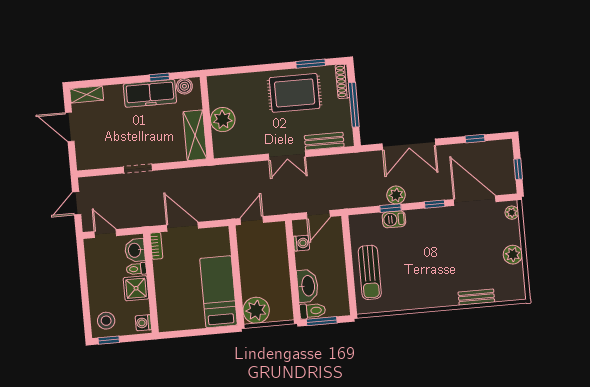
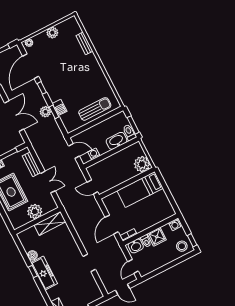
wall: (207, 118) -> (37, 221), moved
plant: (223, 120) -> (35, 211), moved
shelving: (195, 135) -> (50, 223), moved

